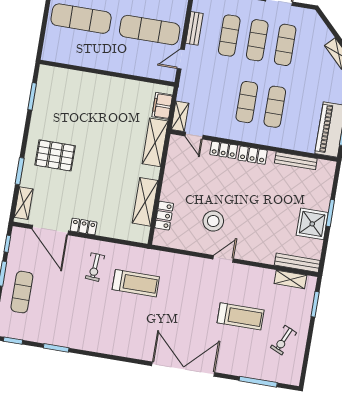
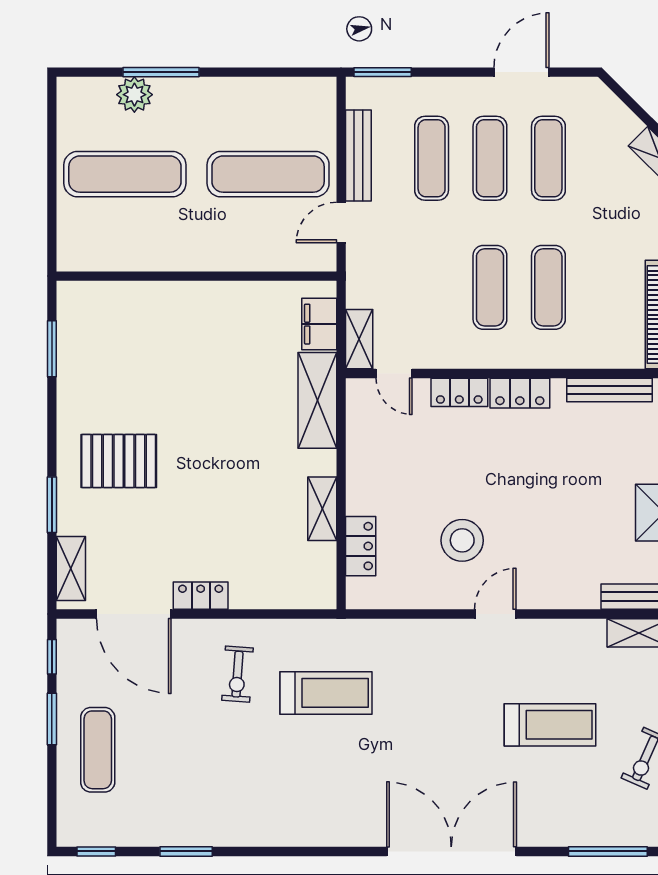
bench: (194, 28) -> (358, 155), width x1.36
shelving: (145, 202) -> (322, 509), width x0.67, depth x0.75

